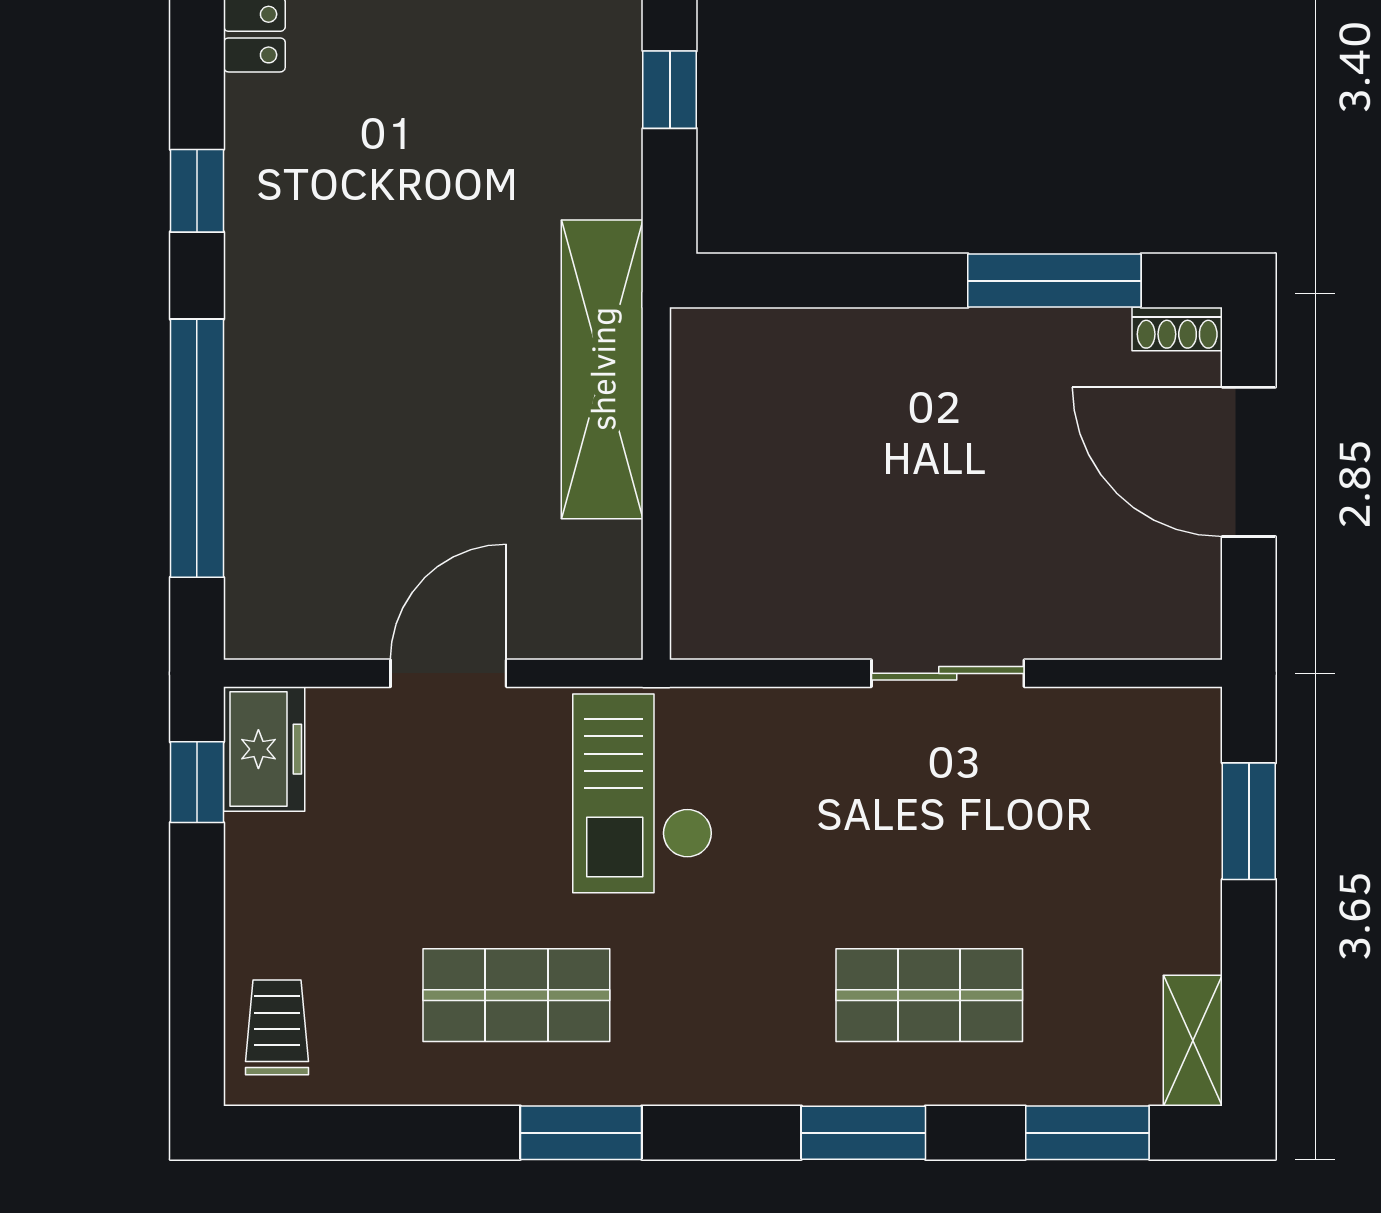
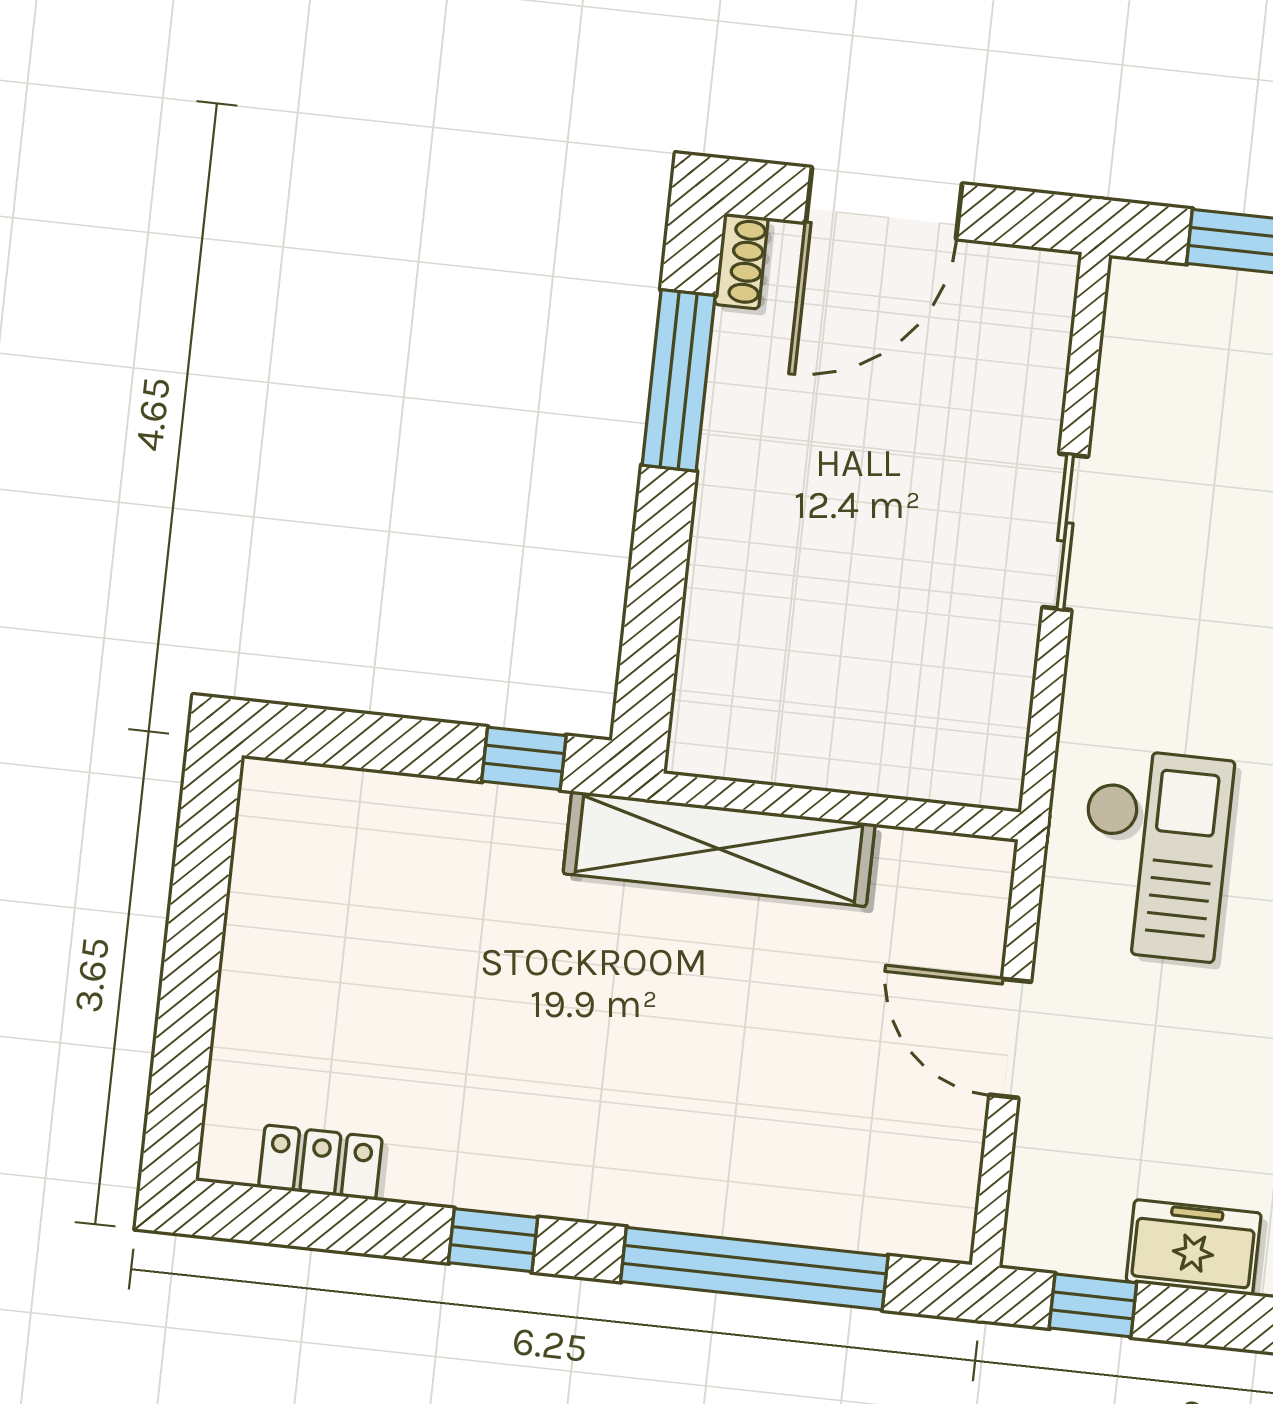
window: (670, 90) -> (524, 758), moved
freezer: (264, 749) -> (1194, 1247), moved
checkout: (643, 793) -> (1153, 854), turned -90

